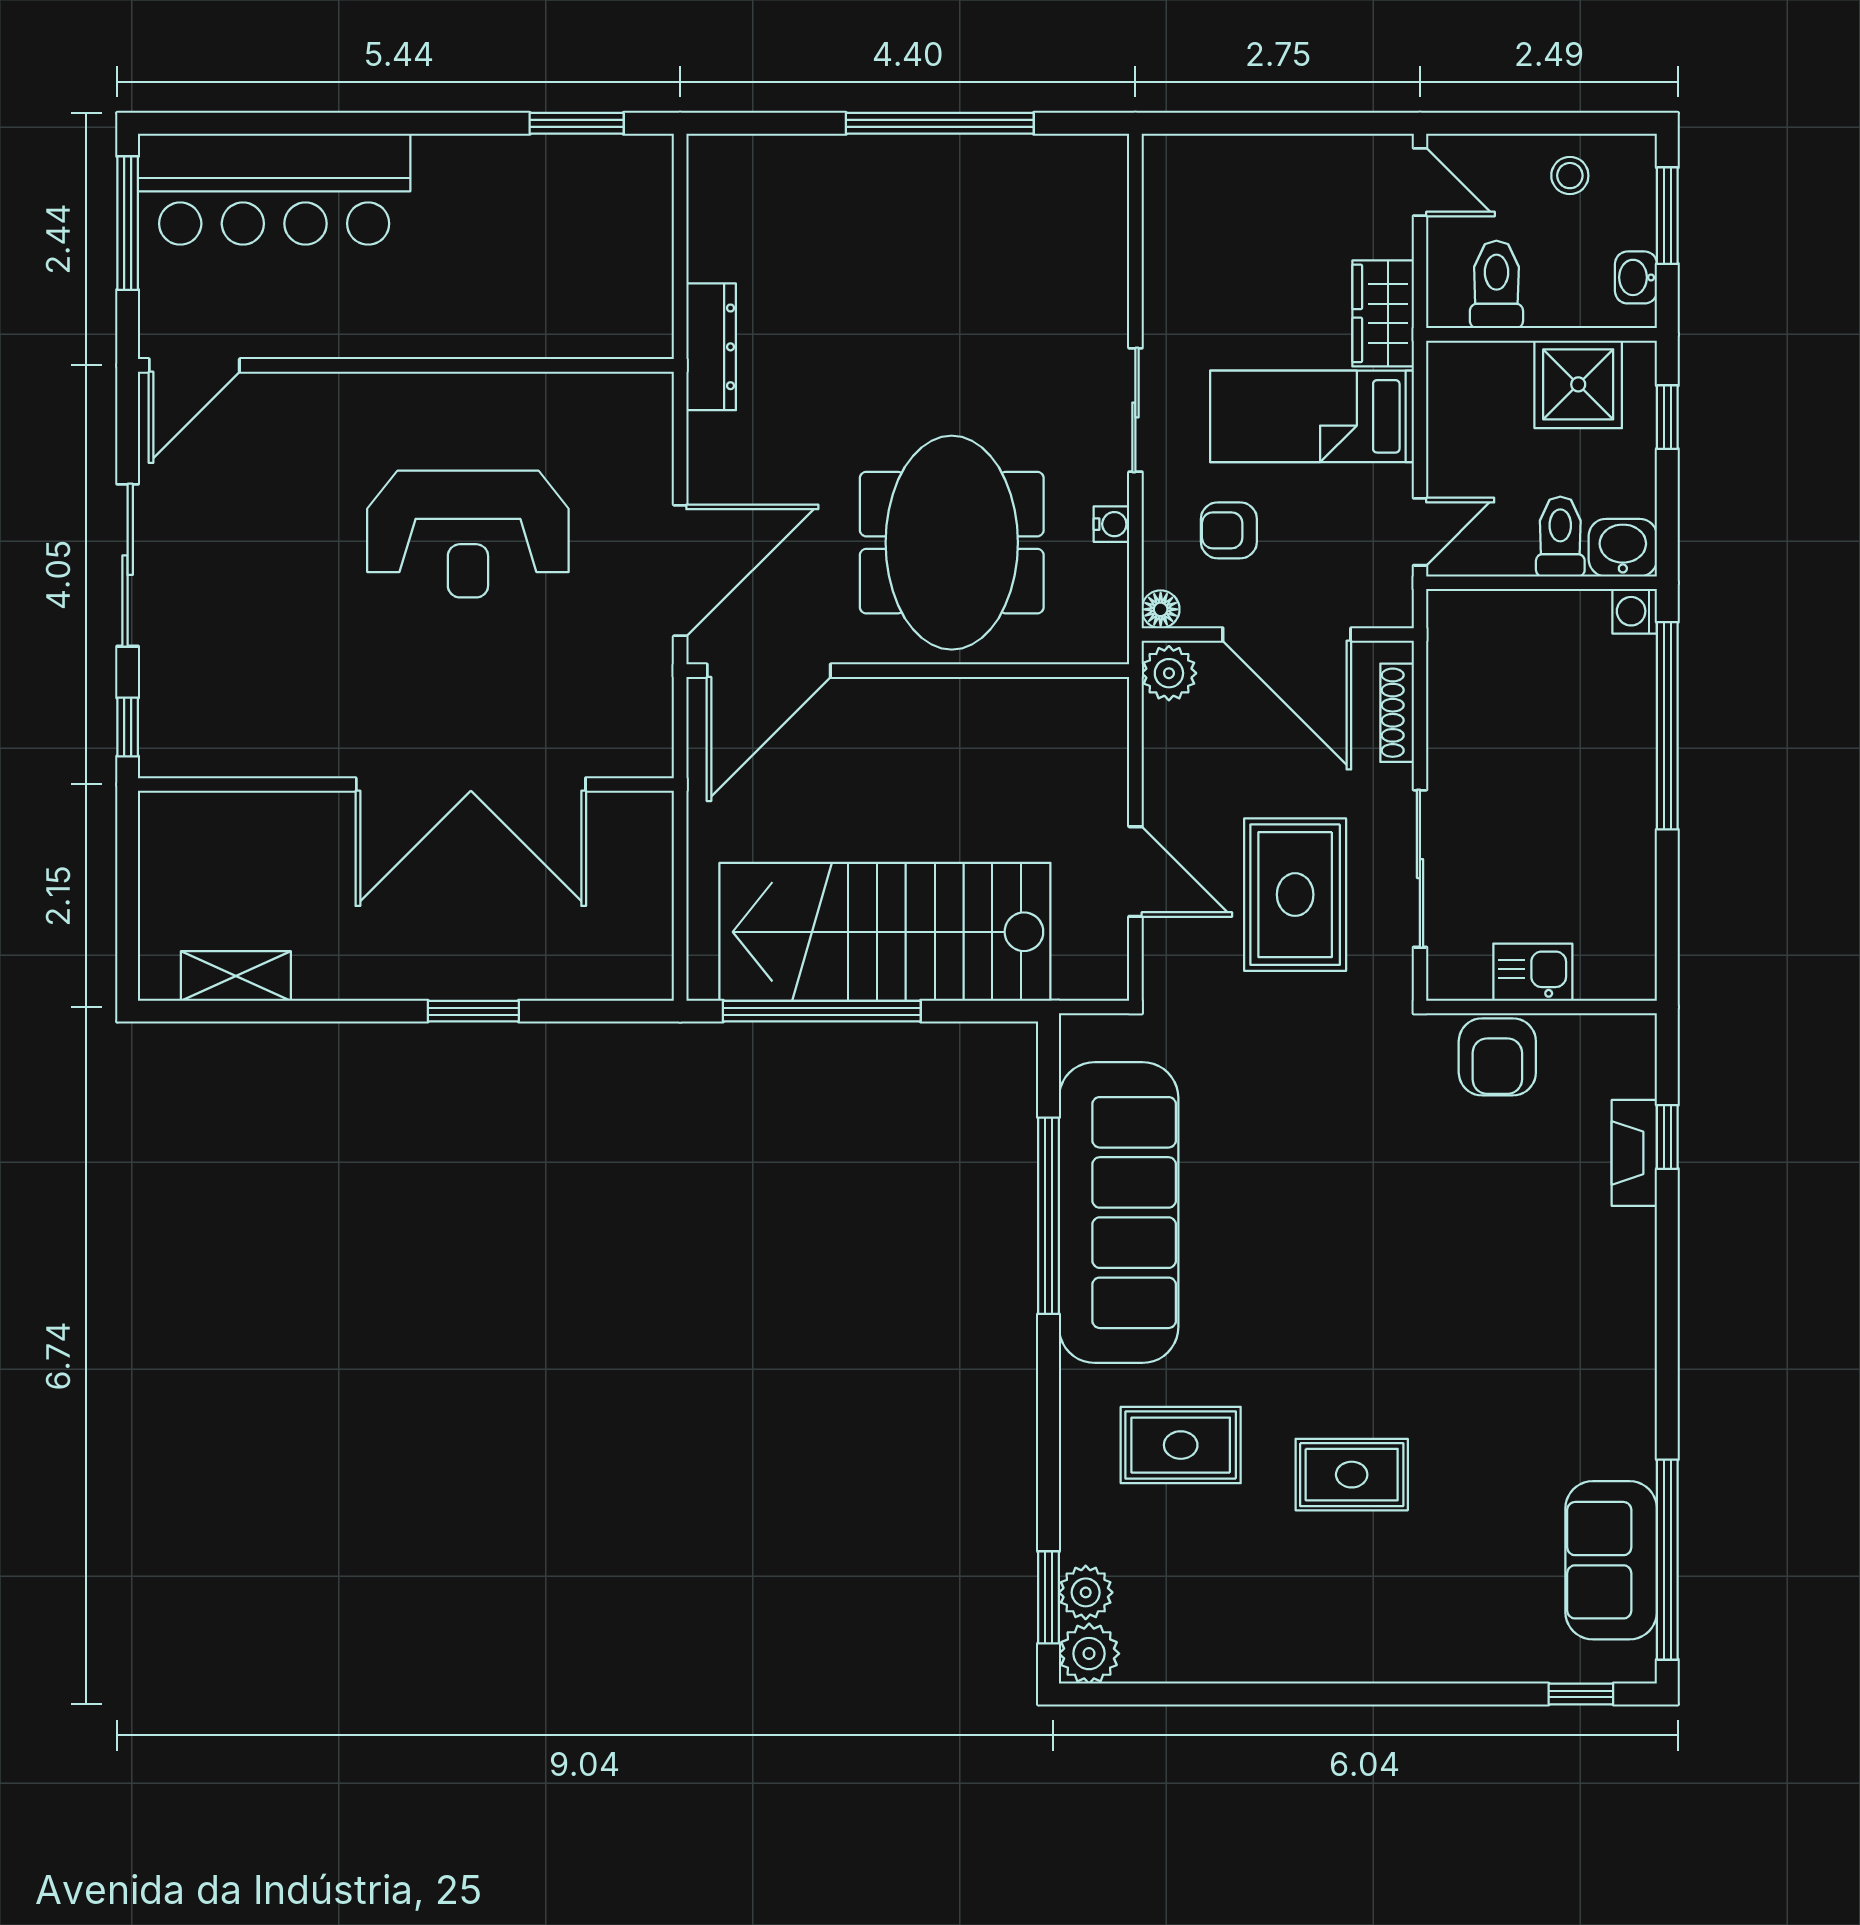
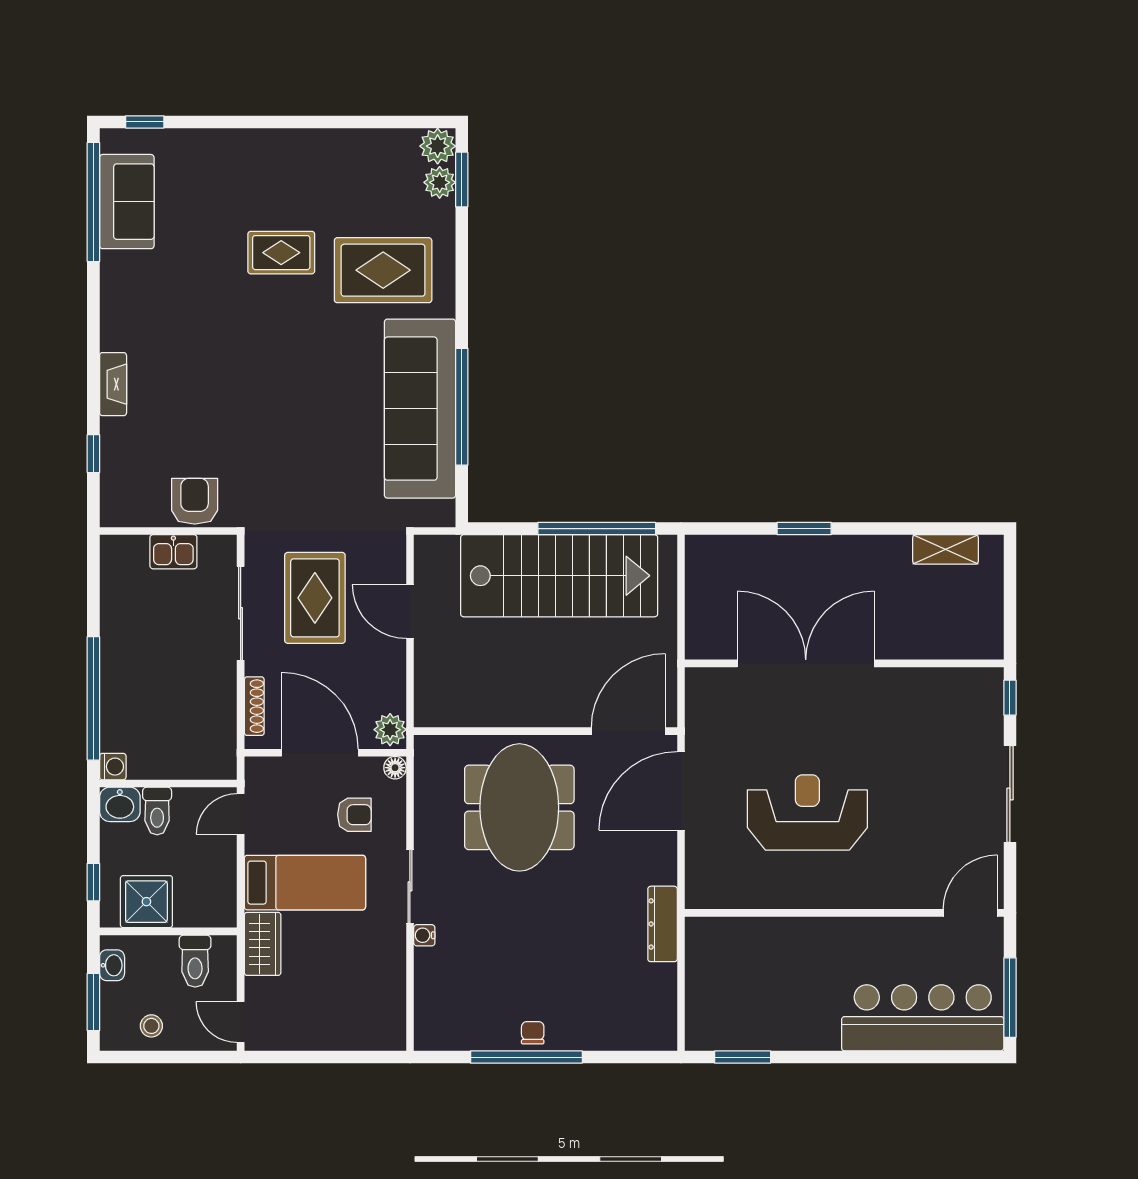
chair: (929, 164) -> (533, 1033), added
water cooler: (1111, 524) -> (424, 935), moved
fireplace: (1634, 1153) -> (113, 384), moved
rug: (1181, 1445) -> (383, 270), width x1.36, depth x1.43

